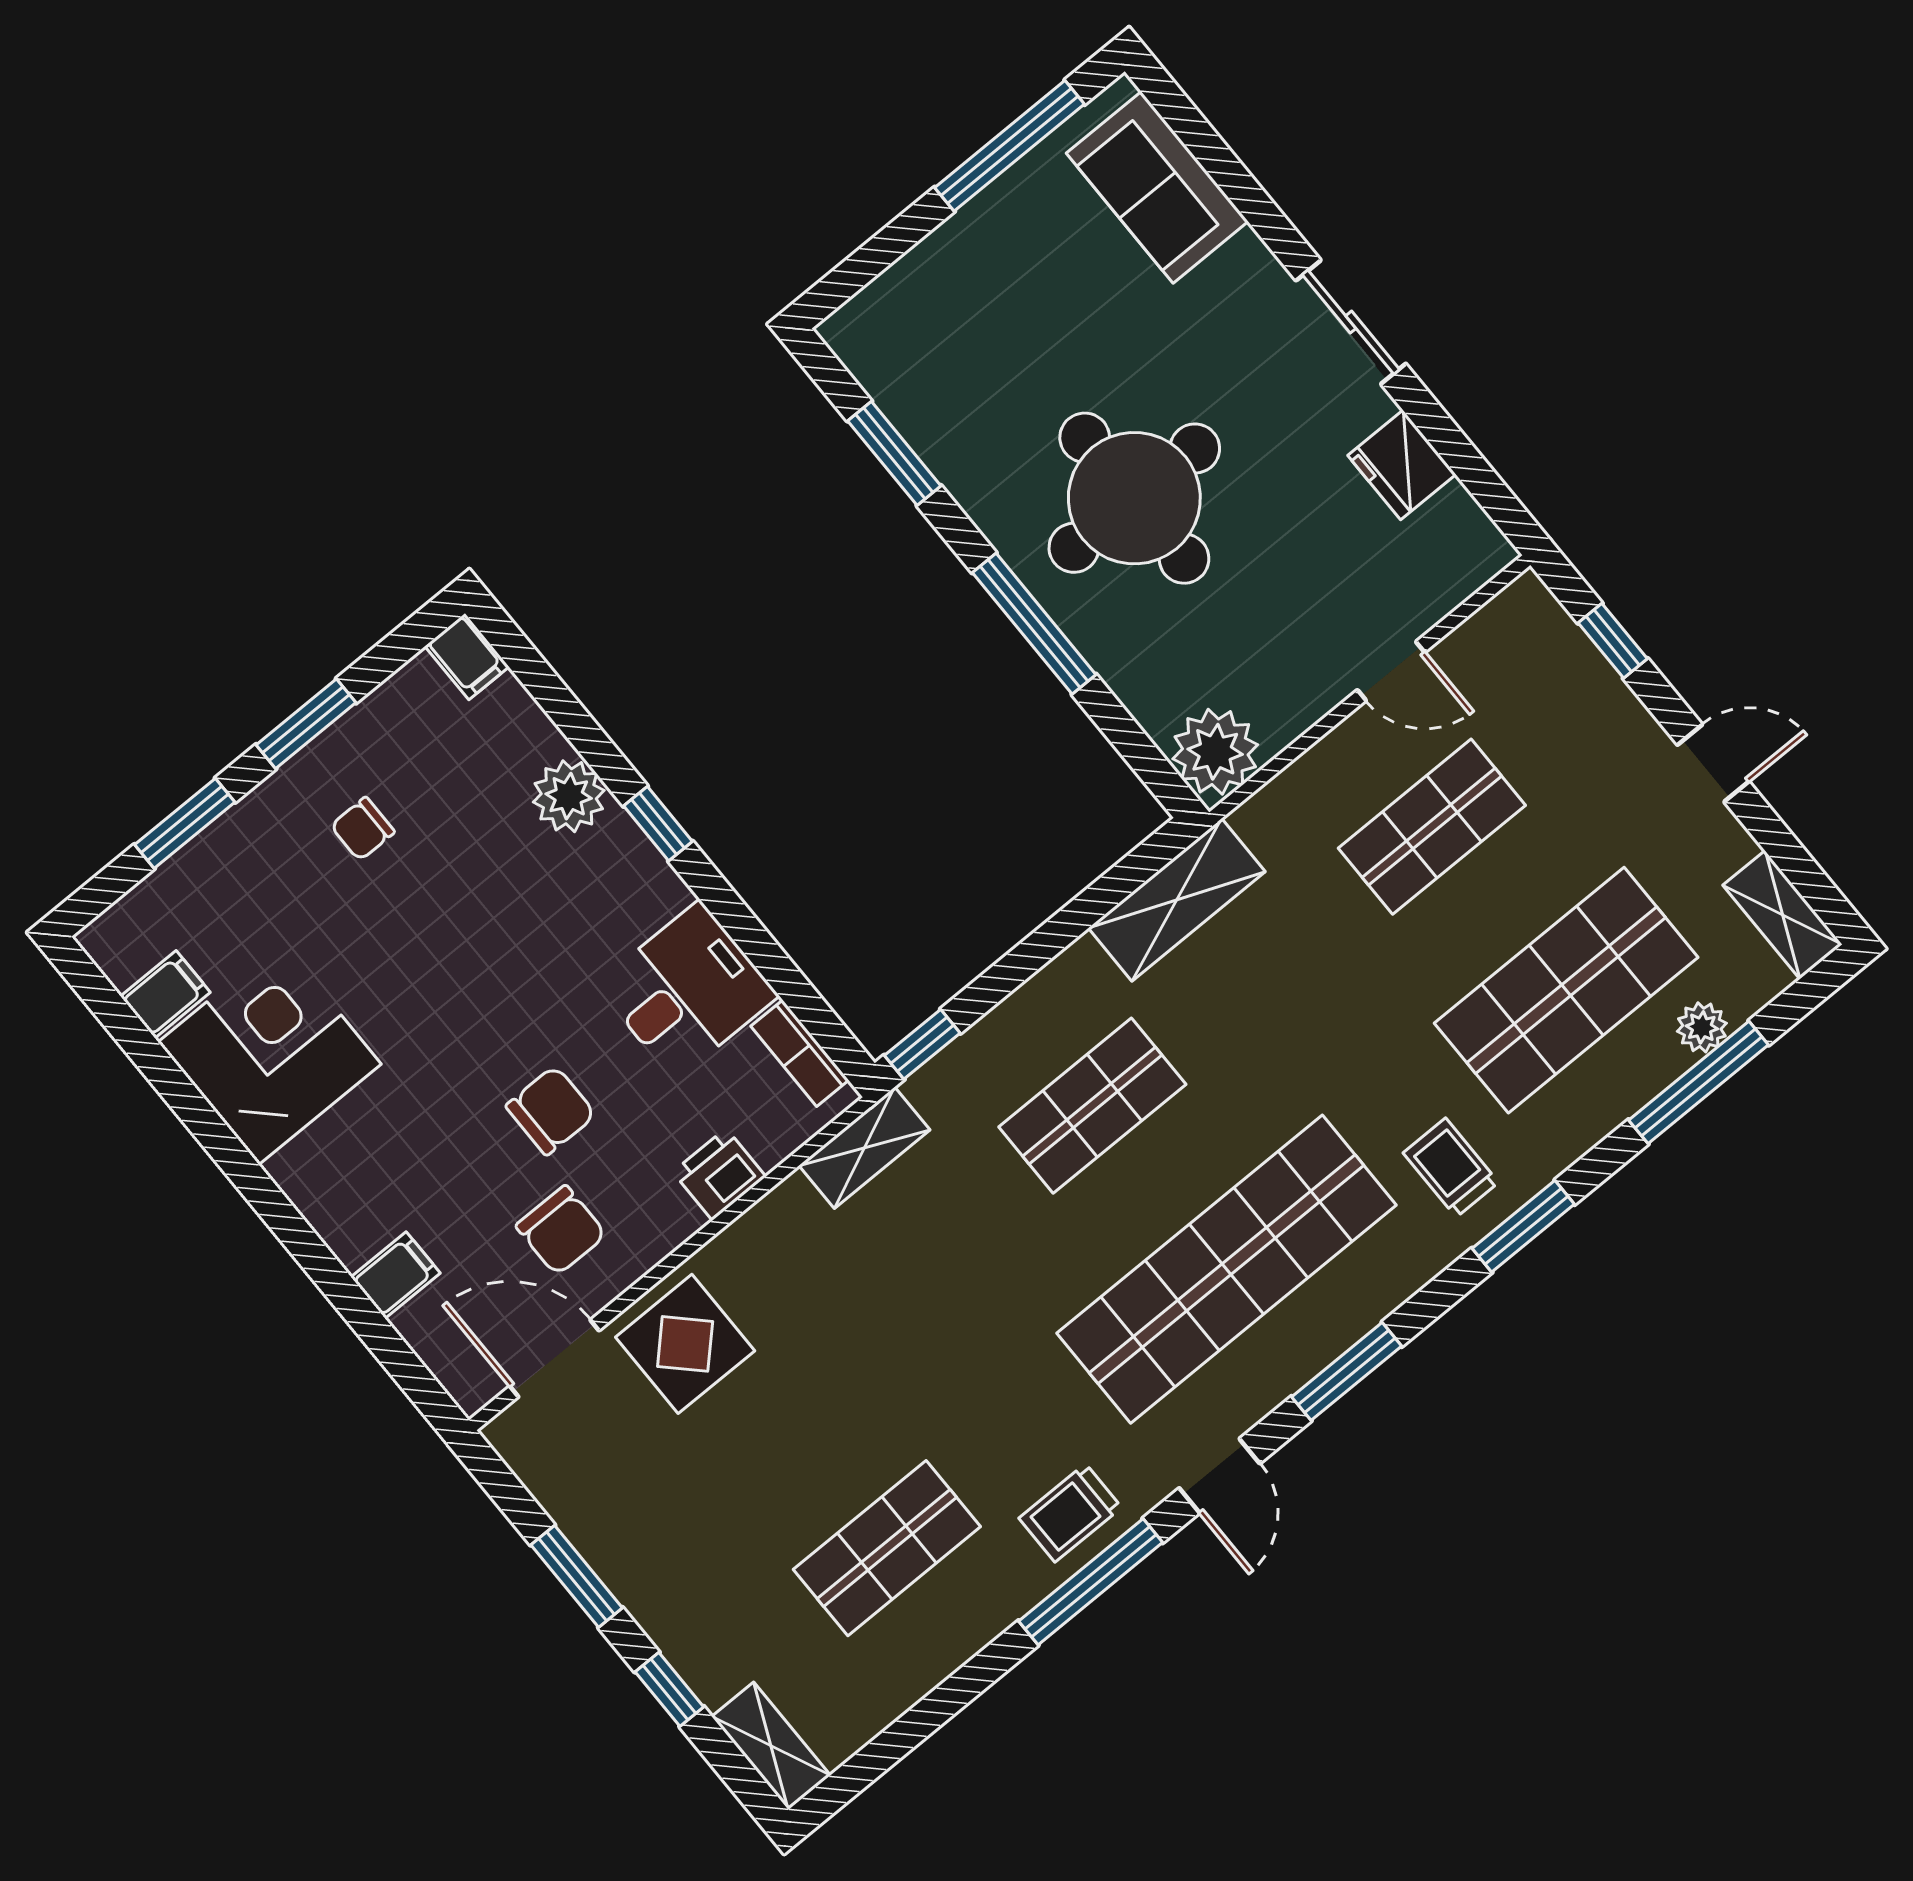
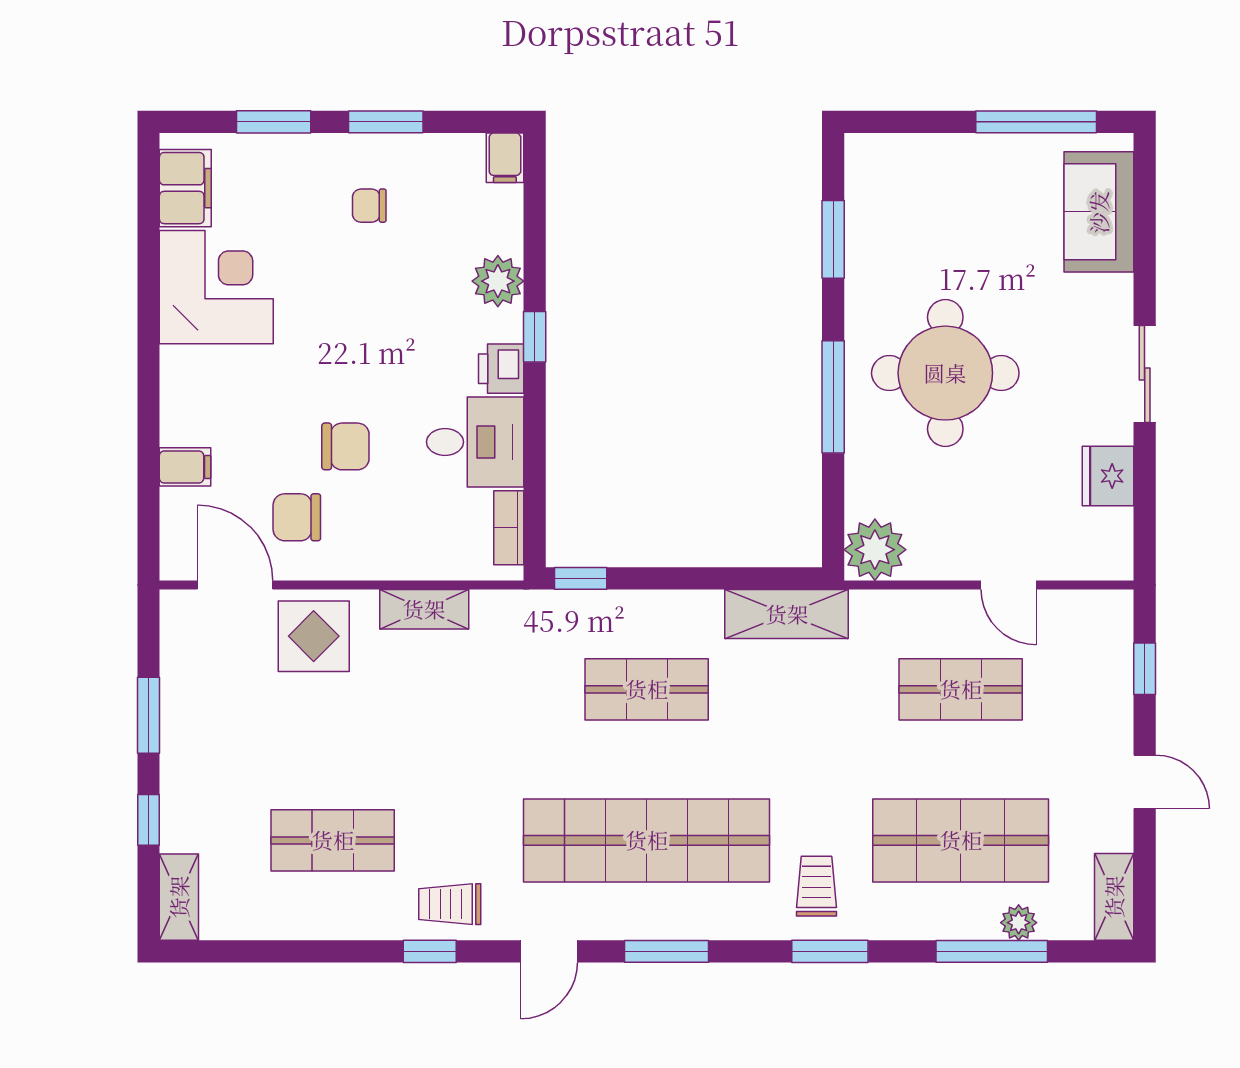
filing cabinet: (165, 994) -> (185, 188), width x2.00
shelving: (865, 1148) -> (424, 609), moved
printer: (719, 1174) -> (501, 369), moved, turned -90
chair: (561, 1230) -> (297, 517), turned 90
window: (1091, 1582) -> (430, 951), width x0.46

